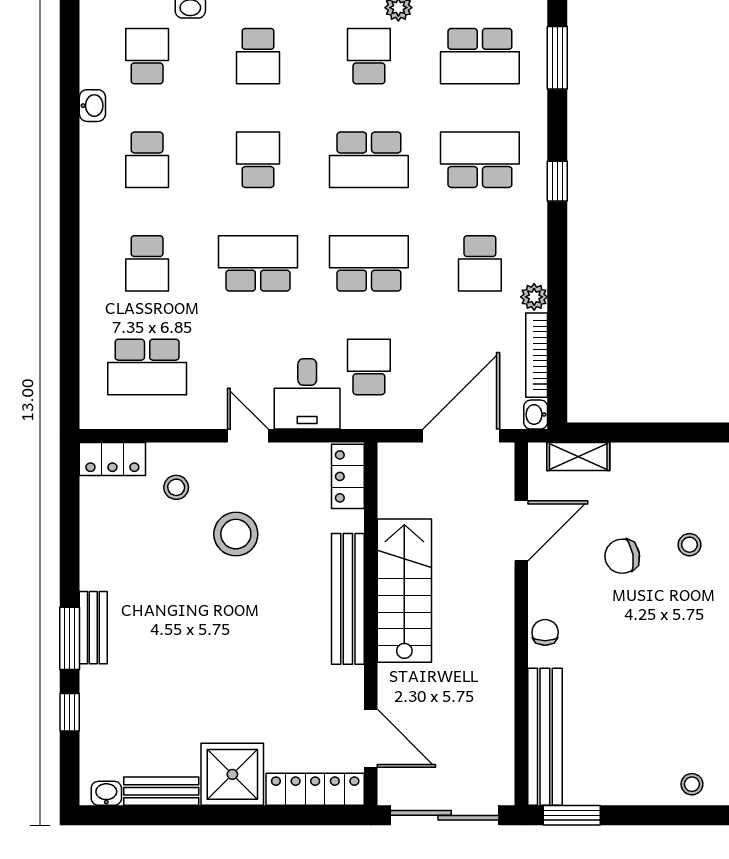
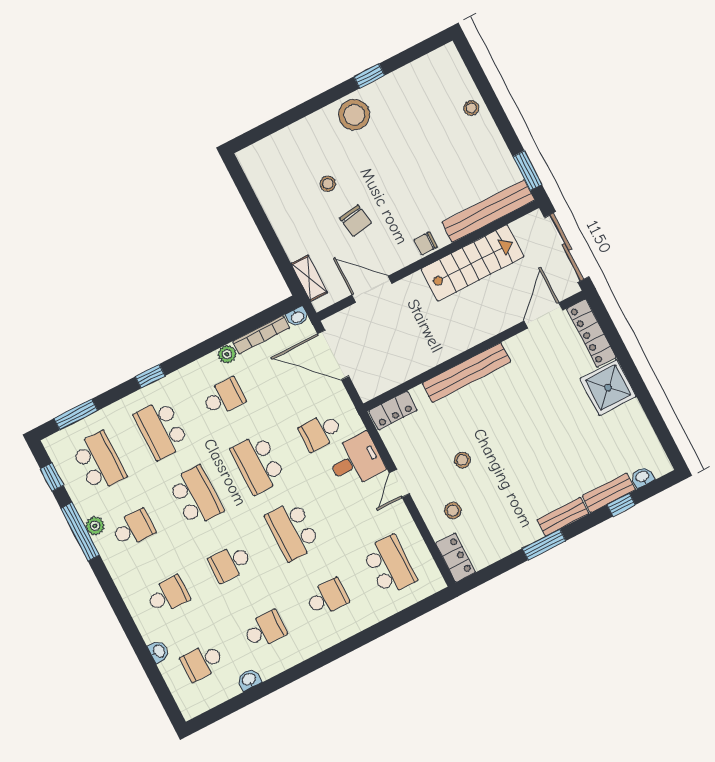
school desk: (369, 56) -> (133, 528), turned 180
stool: (236, 534) -> (462, 460), width x0.53, depth x0.53
stairs: (404, 591) -> (472, 263), moved, turned 180
window: (70, 638) -> (544, 545), moved
bench: (161, 791) -> (609, 493), moved, turned 90
washbasin: (106, 793) -> (642, 477), moved, turned 90

